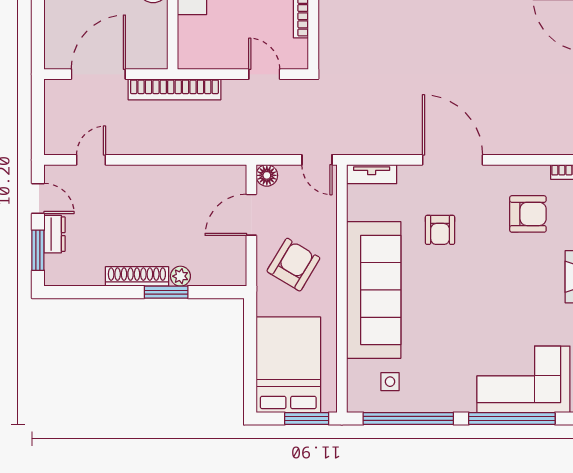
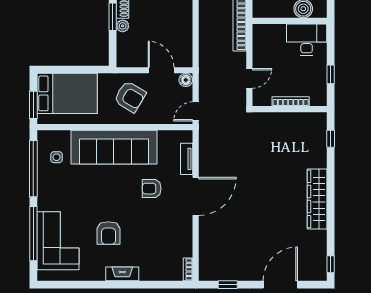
tv unit: (372, 174) -> (187, 159), moved
armchair: (528, 214) -> (108, 233), moved

